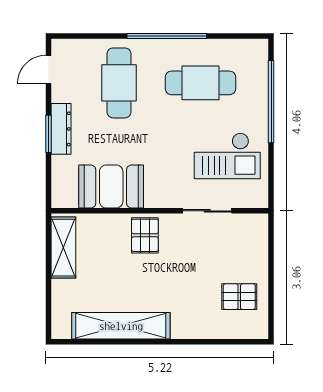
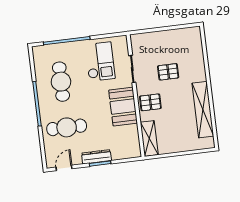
door: (48, 70) -> (64, 168), swing flipped
booth: (111, 186) -> (123, 107), moved
shelving: (63, 248) -> (149, 138), moved, turned 90
pallet: (239, 297) -> (168, 72), moved, turned 90

